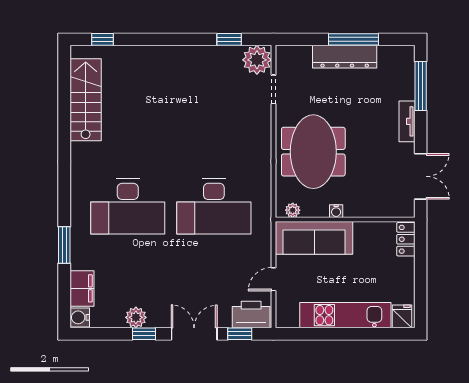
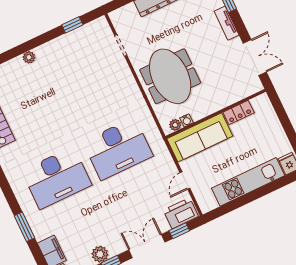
plant: (257, 60) -> (29, 57), moved, width x0.53, depth x0.53
water cooler: (336, 211) -> (186, 120), moved
locker: (406, 239) -> (239, 112), moved, turned -90

